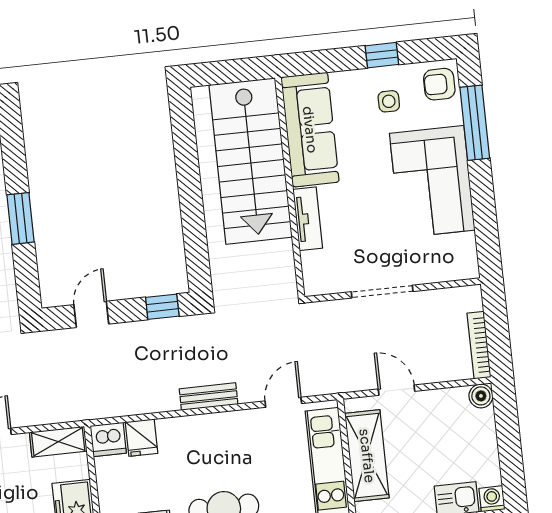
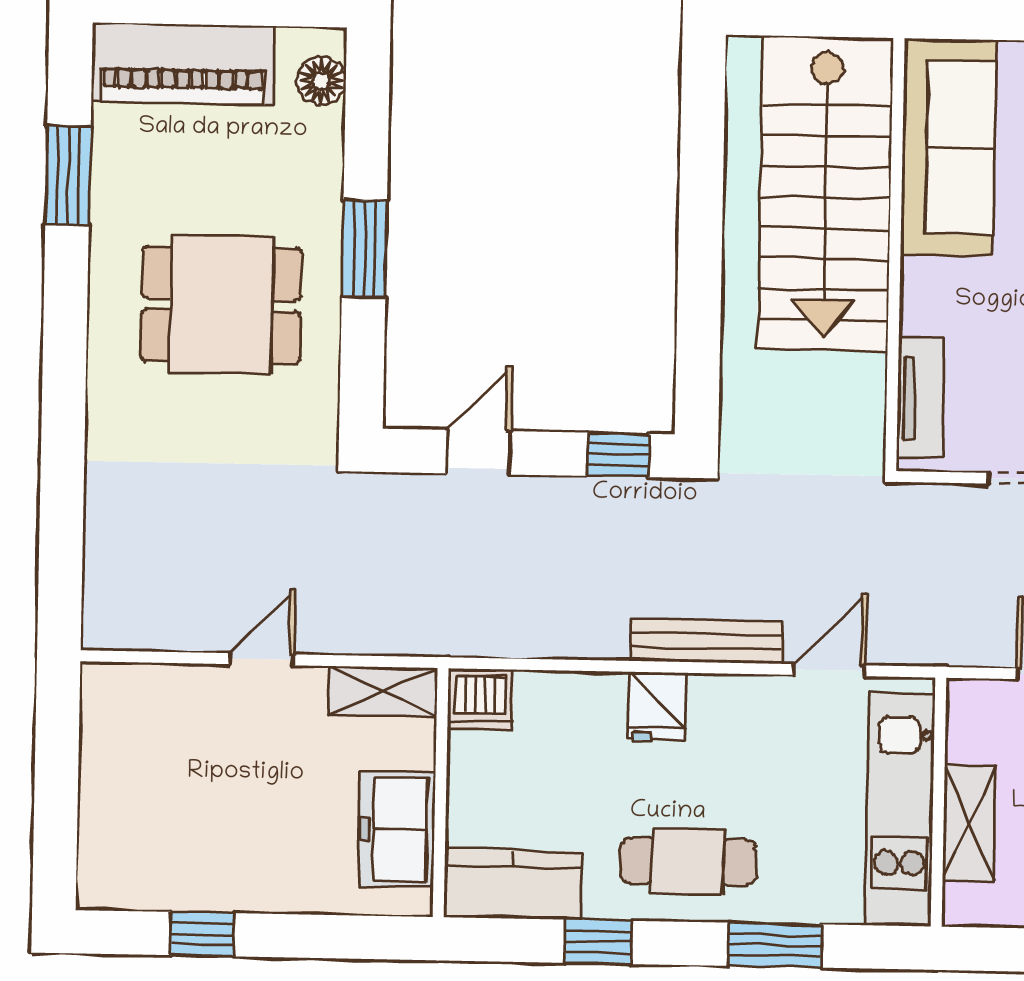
tv unit: (308, 219) -> (921, 398), moved
bench: (209, 397) -> (706, 641), width x1.36
fridge: (142, 438) -> (657, 706), moved
shelving: (367, 456) -> (970, 823), width x0.67, depth x0.75

